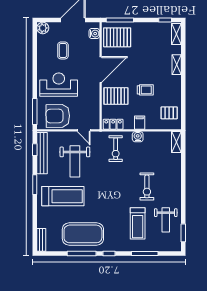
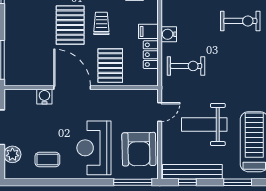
plant: (43, 28) -> (12, 154), moved
water cooler: (94, 34) -> (44, 97), moved
pallet: (117, 37) -> (70, 25), moved
coffee table: (63, 50) -> (47, 160), moved
locker: (113, 124) -> (151, 55), moved
weight bench: (75, 161) -> (204, 125), turned 180

